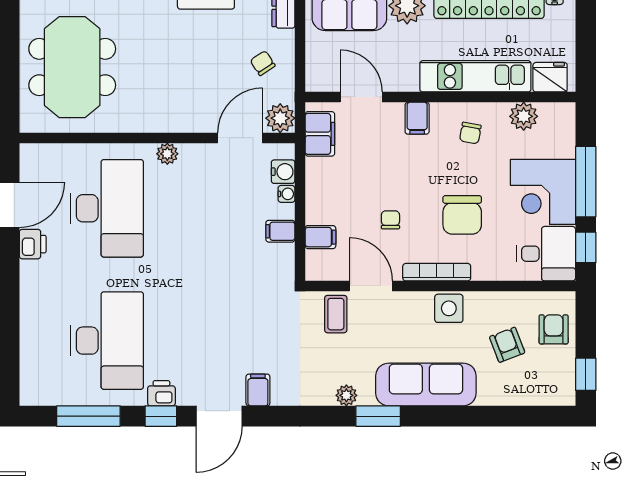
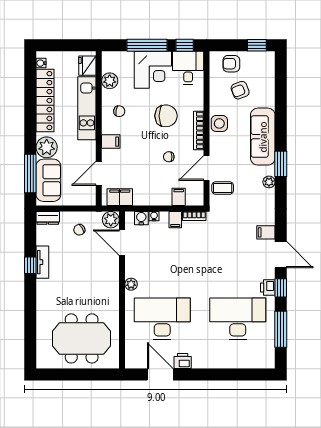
bookcase: (287, 264) -> (194, 216), added

